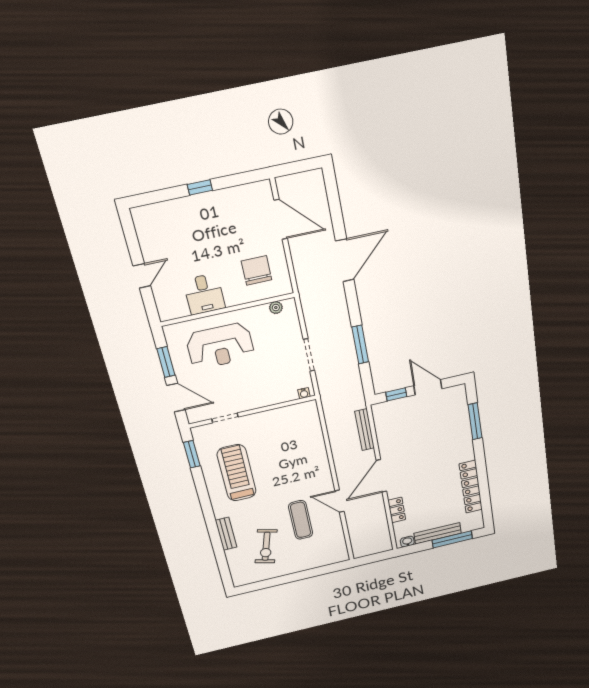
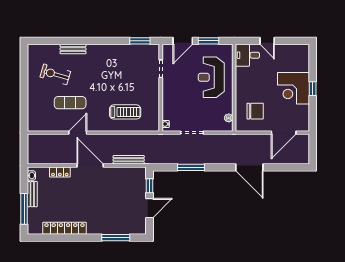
corner desk: (207, 219) -> (294, 88), added
desk: (204, 294) -> (247, 55), moved
treadmill: (237, 473) -> (125, 112), moved, width x0.73, depth x0.73
bench: (438, 533) -> (32, 194), width x0.73

